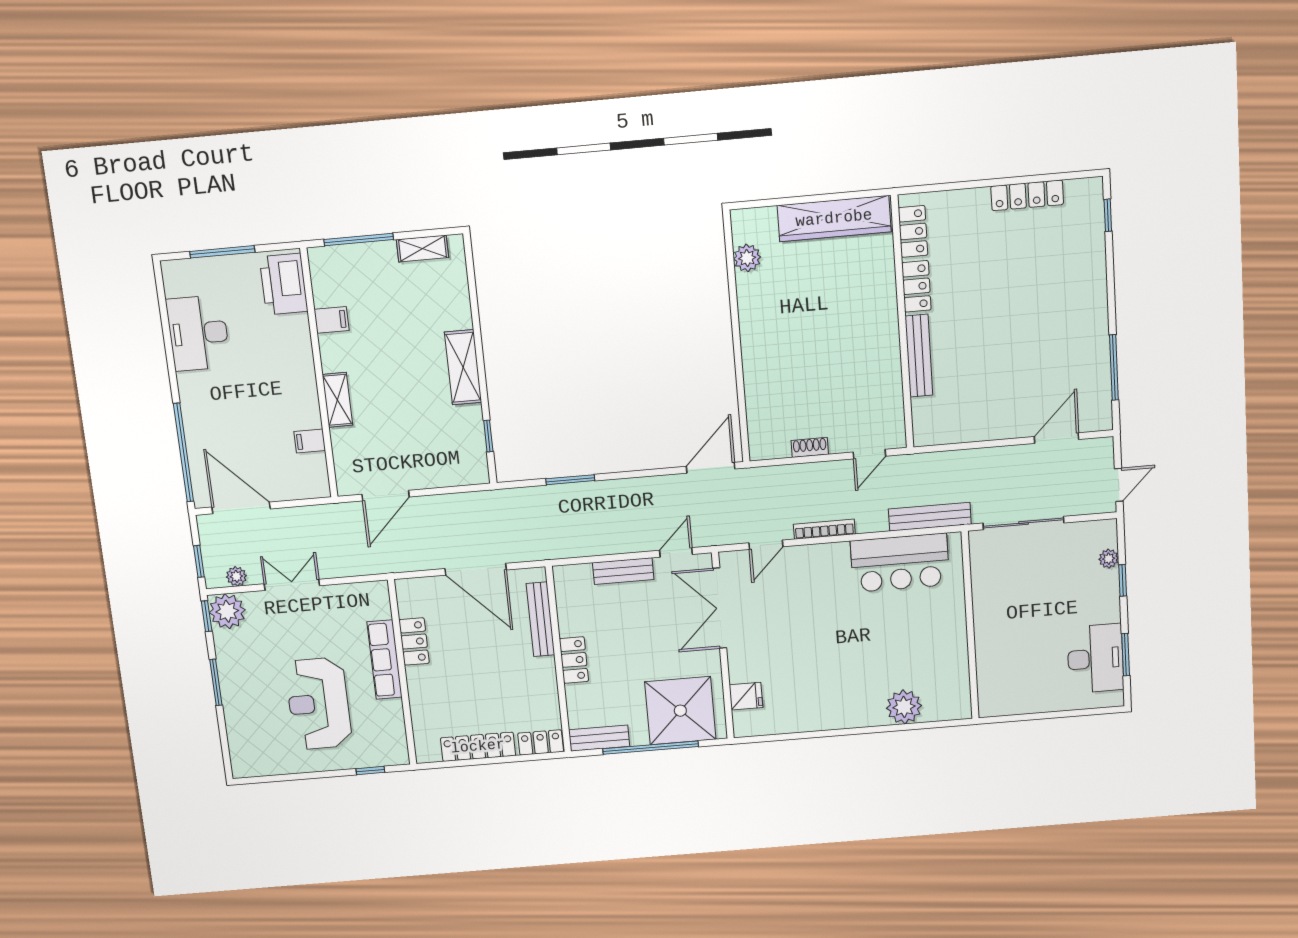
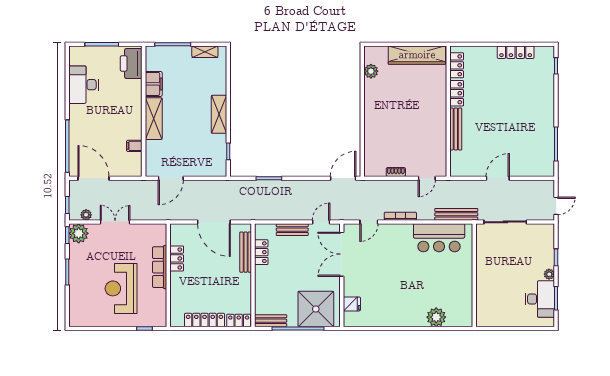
filing cabinet: (332, 320) -> (154, 84), width x2.00
shelving: (337, 400) -> (154, 119), width x1.50, depth x1.33
door: (1056, 438) -> (498, 178), moved
plant: (1109, 559) -> (549, 274), moved
locker: (574, 660) -> (261, 252), moved

